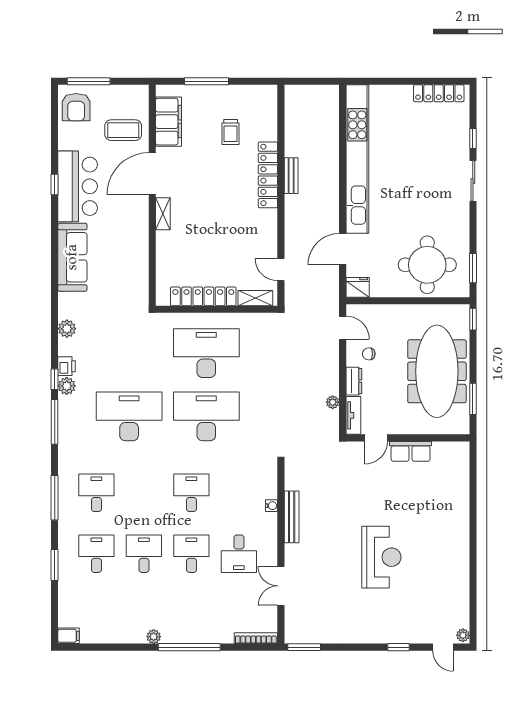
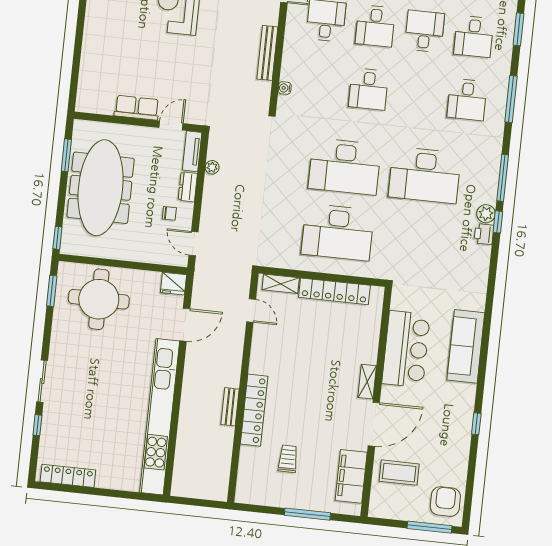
bar counter: (78, 186) -> (406, 349), moved, turned 180
plant: (67, 329) -> (479, 273), removed
water cooler: (272, 506) -> (285, 88), moved
desk: (144, 554) -> (425, 31), turned 180

